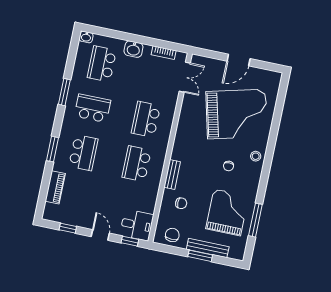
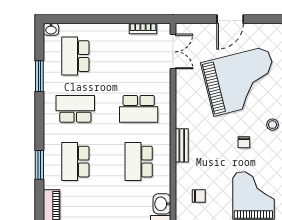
washbasin: (133, 49) -> (162, 204), moved, turned 90
window: (64, 92) -> (39, 76), moved
school desk: (146, 119) -> (139, 109), turned -90
school desk: (83, 153) -> (75, 162), turned 180
bench: (172, 174) -> (182, 145), moved

